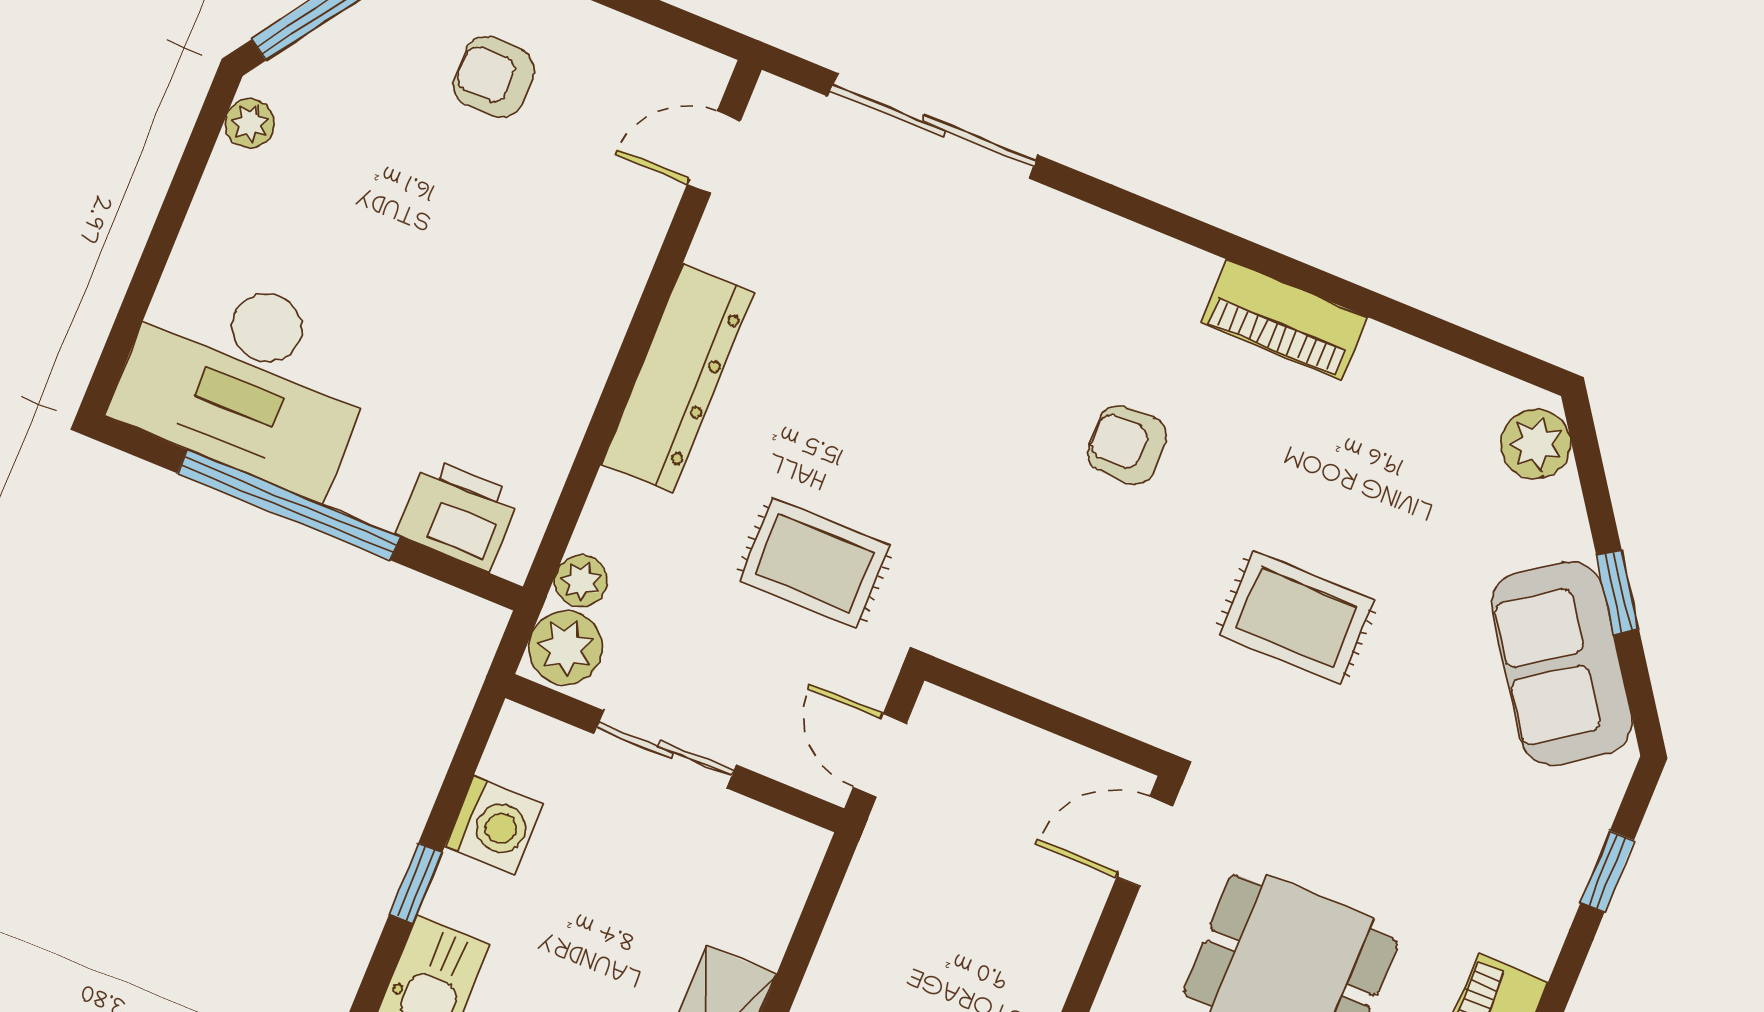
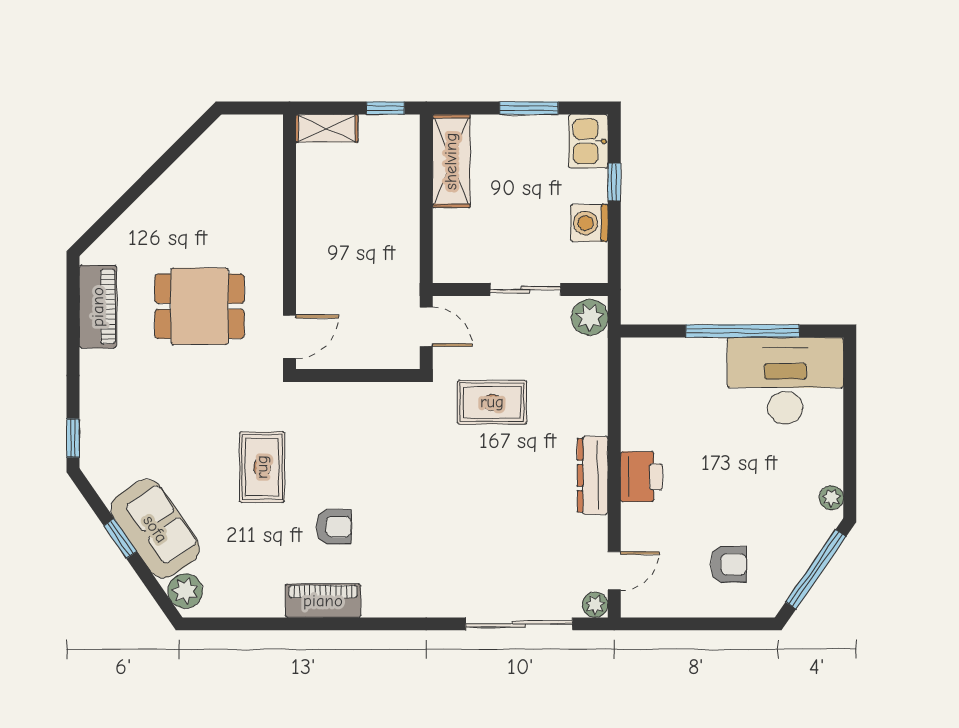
dresser: (677, 378) -> (593, 475), width x0.73, depth x0.80
armchair: (1127, 445) -> (334, 527), moved
printer: (458, 514) -> (641, 477), moved, turned -90
plant: (581, 581) -> (595, 605), moved
rug: (1296, 617) -> (262, 467), turned 90
sofa: (1562, 663) -> (155, 529), moved
window: (1607, 872) -> (73, 438), moved

